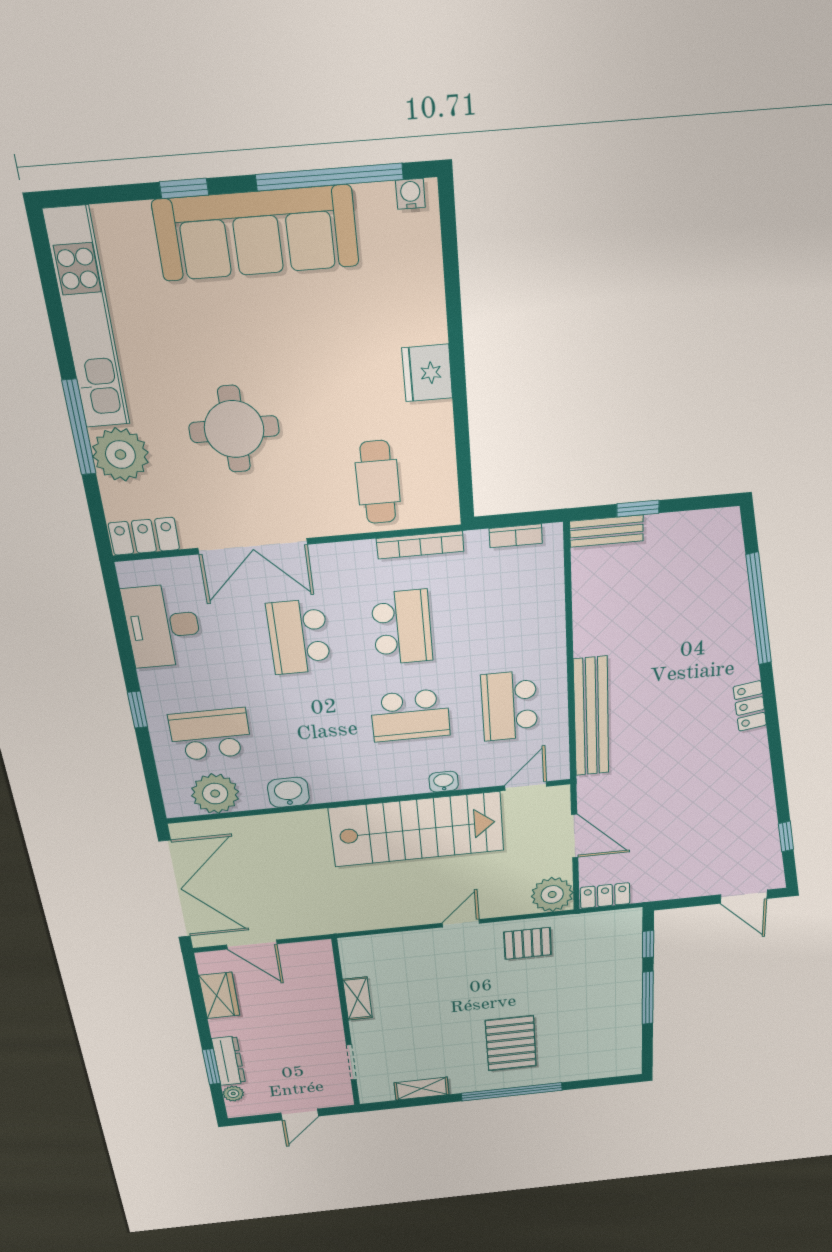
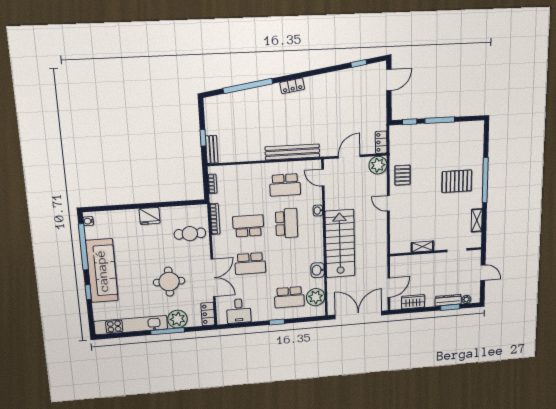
desk: (163, 626) -> (239, 311), width x0.73
school desk: (210, 734) -> (289, 297), turned -90
stairs: (417, 829) -> (340, 244), moved

